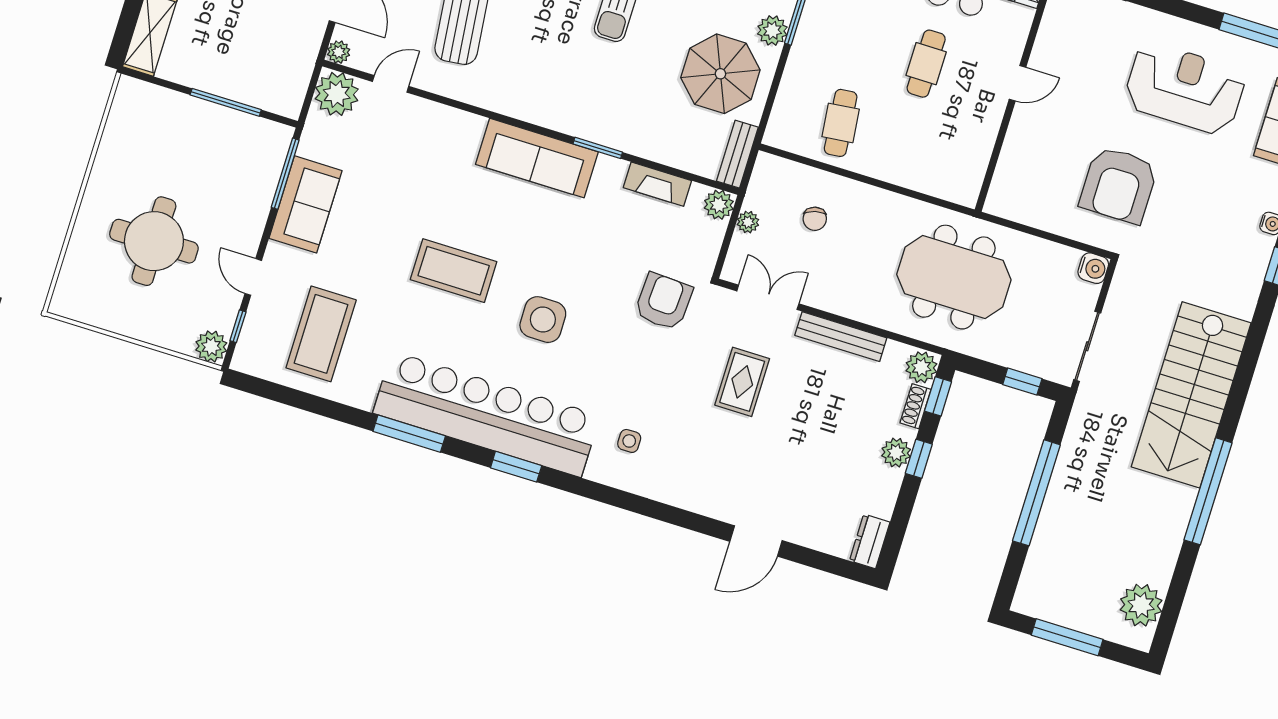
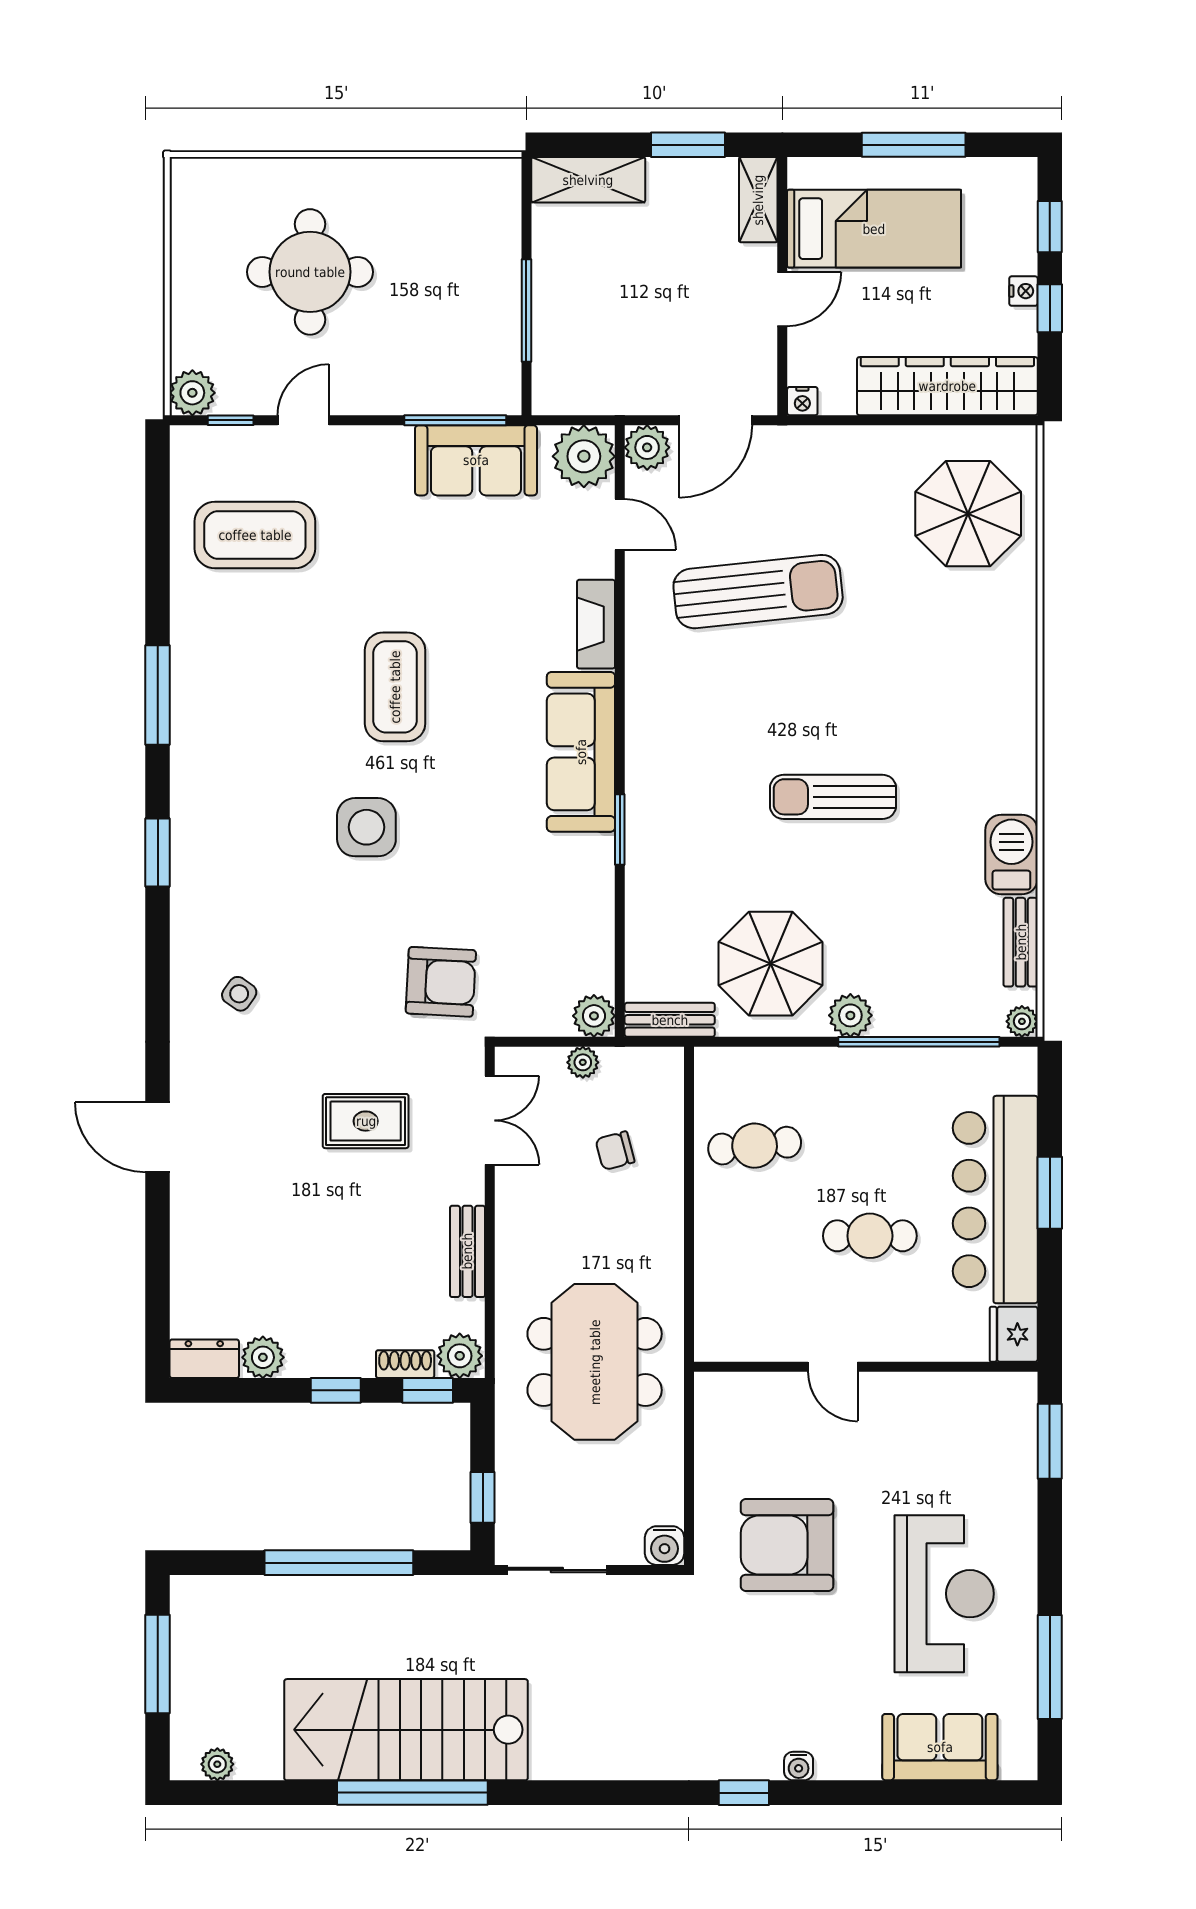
plant: (339, 52) -> (647, 447), width x1.38, depth x1.38
door: (1017, 83) -> (833, 1367), moved
fireplace: (657, 184) -> (596, 624), moved
sofa: (305, 204) -> (476, 460), moved
bench: (841, 337) -> (467, 1251), width x0.73
stairs: (1191, 395) -> (406, 1730), moved
bar counter: (486, 414) -> (216, 791), removed
side table: (629, 441) -> (239, 994), turned 35
plant: (896, 453) -> (263, 1357), moved
door: (756, 541) -> (158, 1137), moved
plant: (1141, 605) -> (217, 1764), width x0.53, depth x0.53

